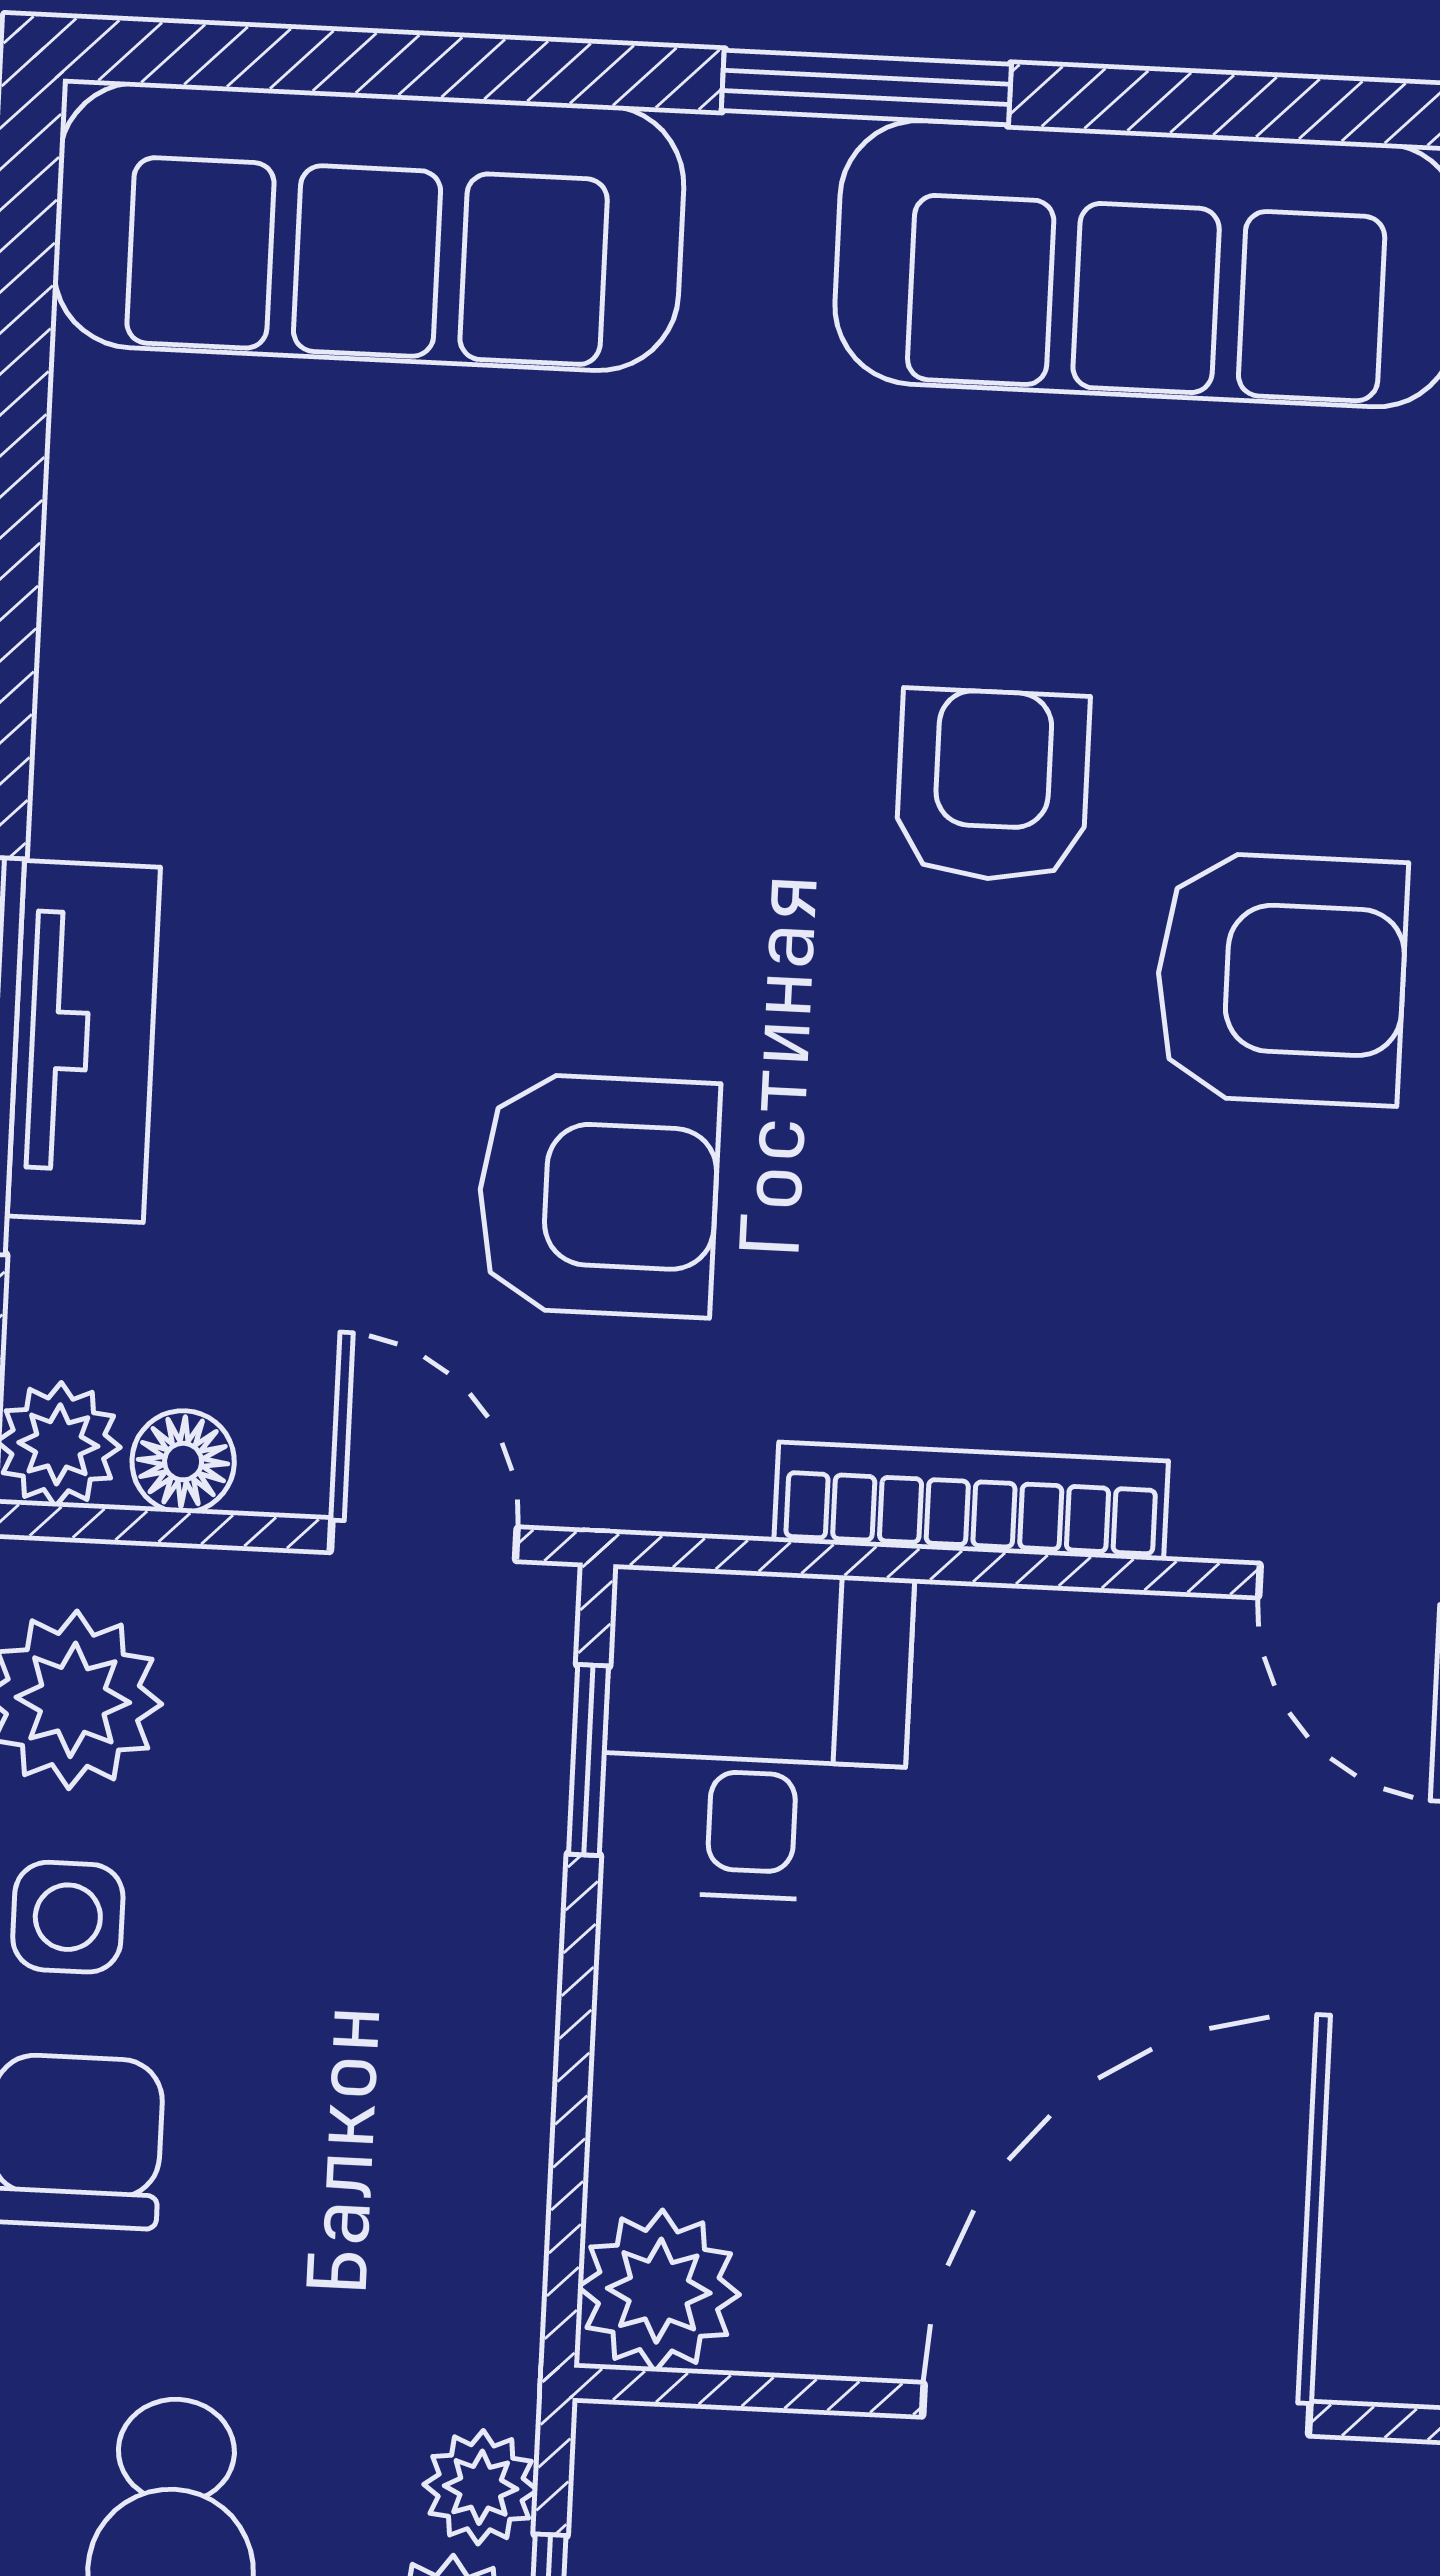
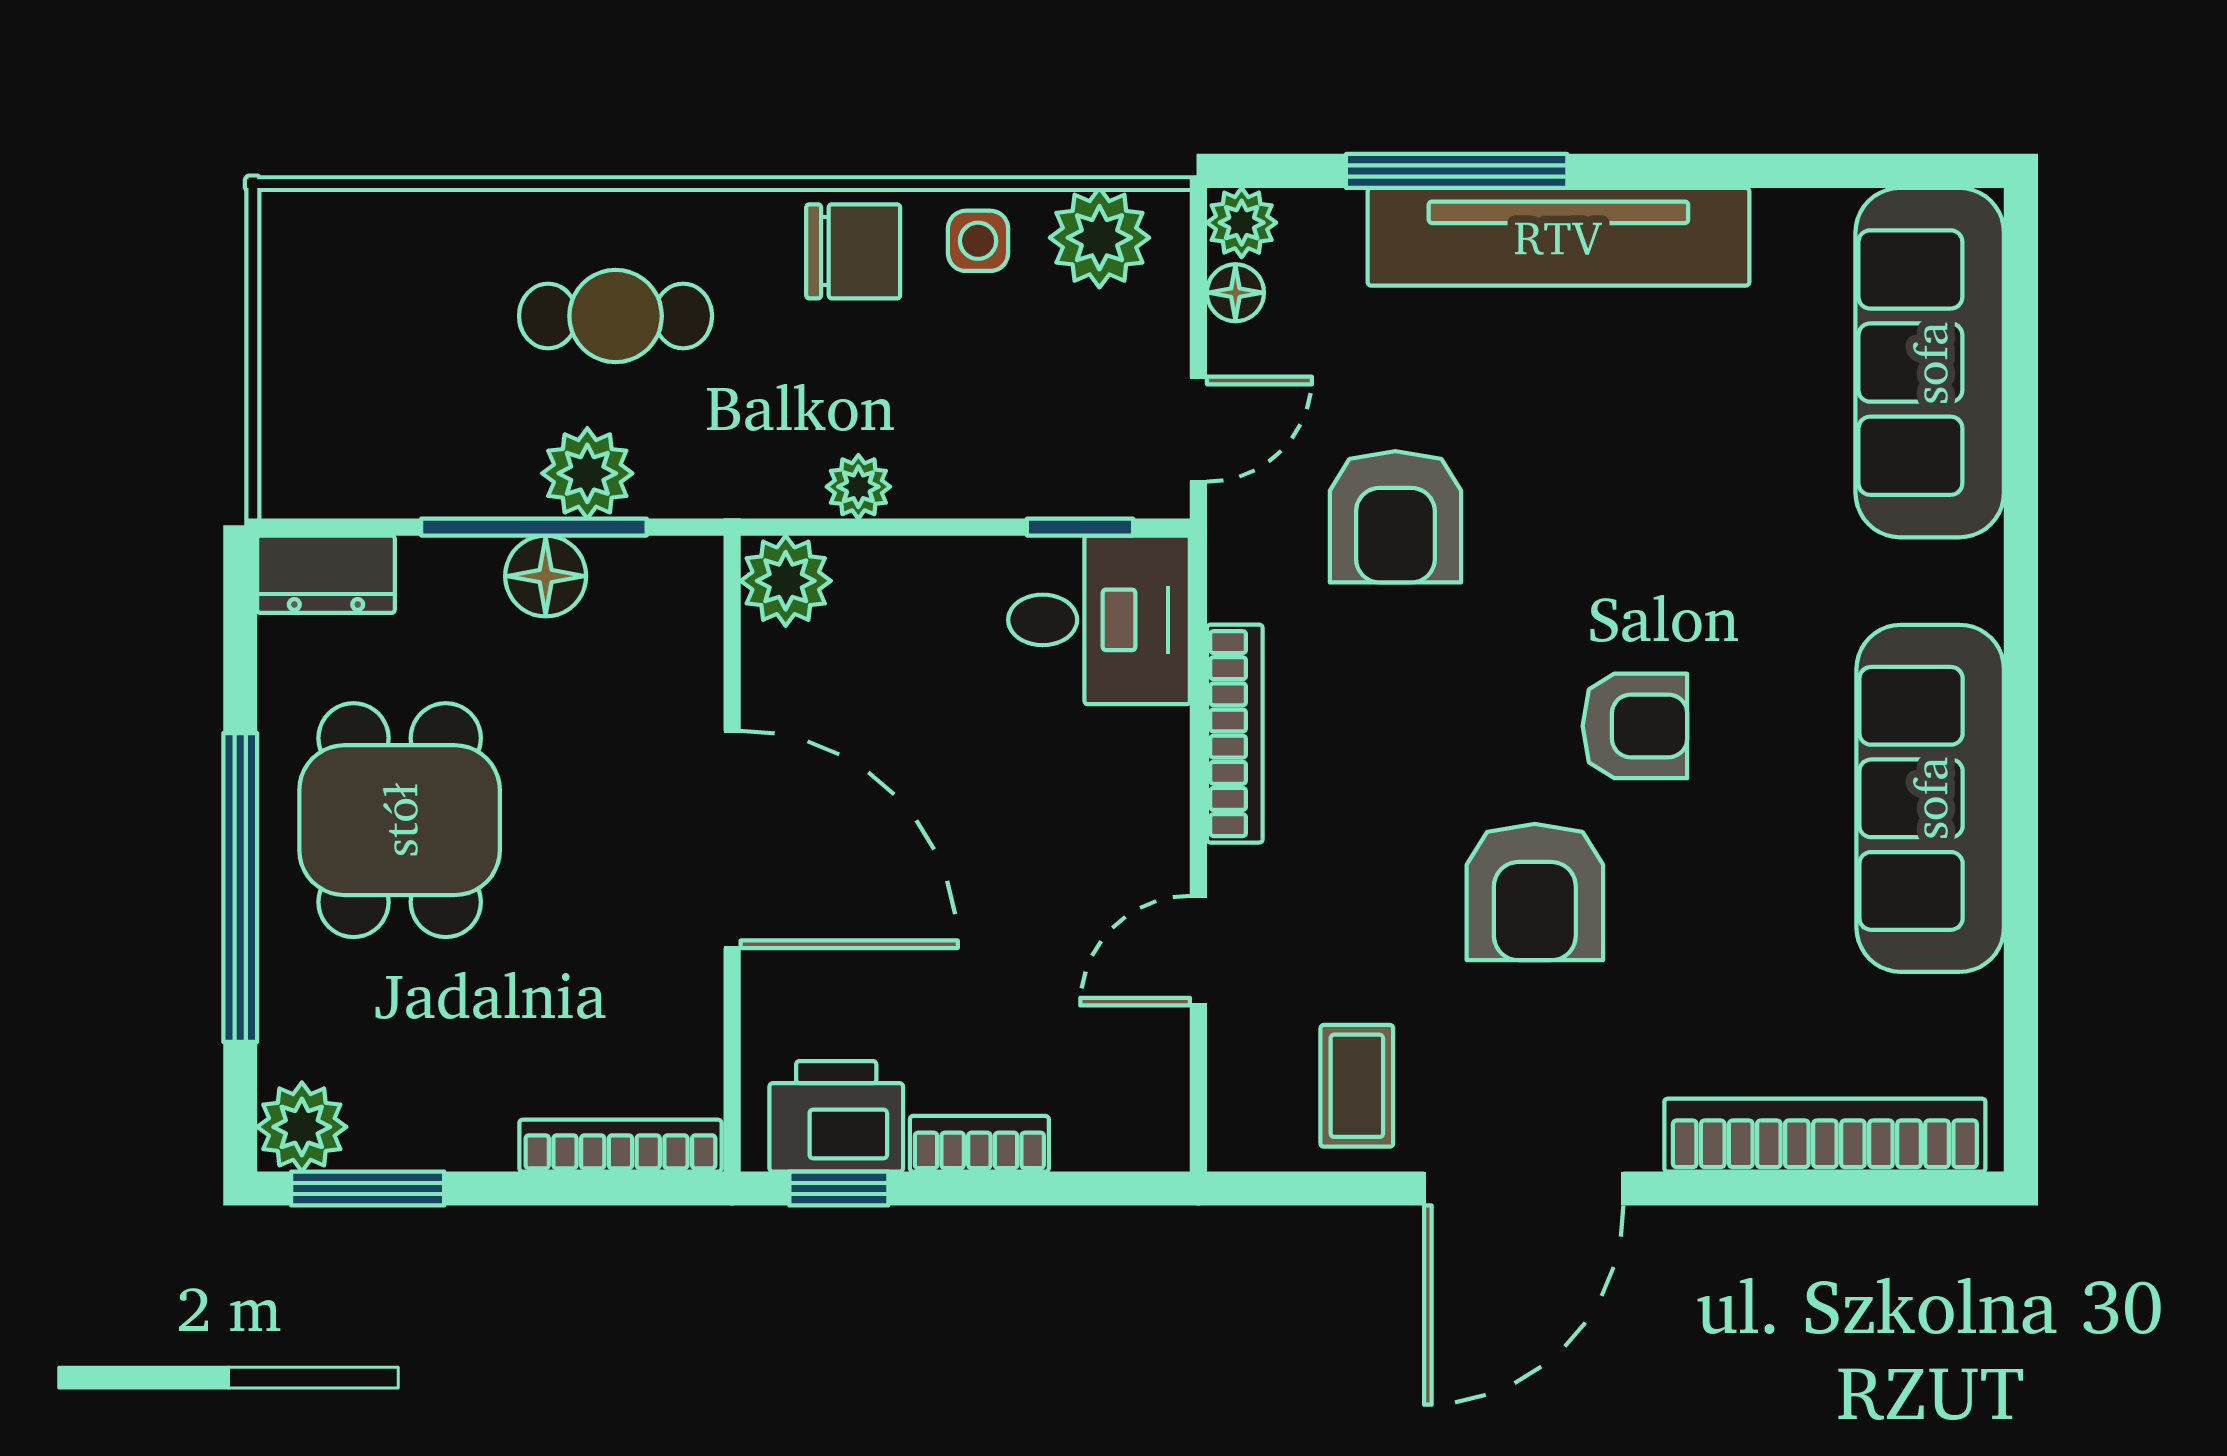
window: (866, 87) -> (2021, 637), removed
tv unit: (84, 1042) -> (1558, 237), width x1.92, depth x1.29
plant: (481, 2487) -> (858, 487), moved

